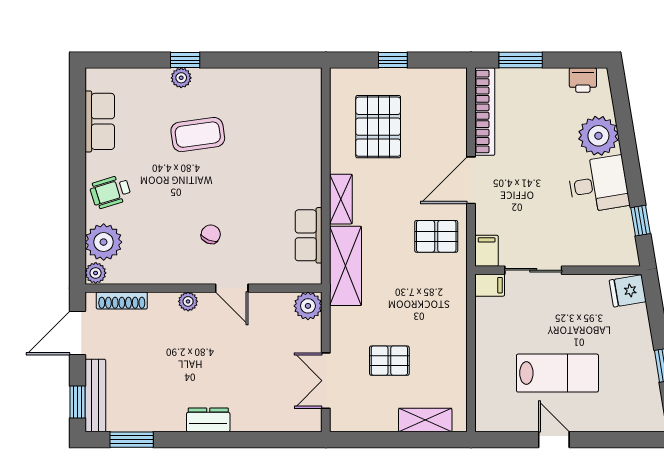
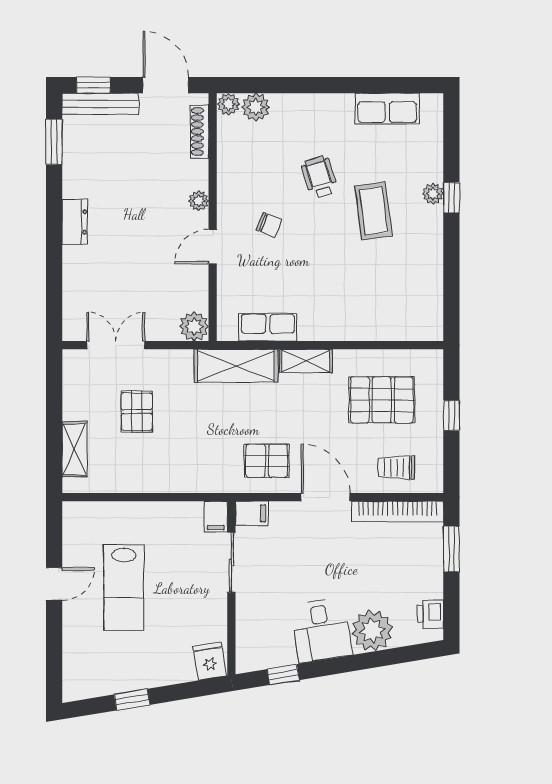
trolley: (443, 113) -> (396, 467), added
wheelchair: (110, 192) -> (319, 177), moved
pallet: (436, 236) -> (267, 461), turned 90
plant: (104, 242) -> (256, 107), width x0.73, depth x0.73

